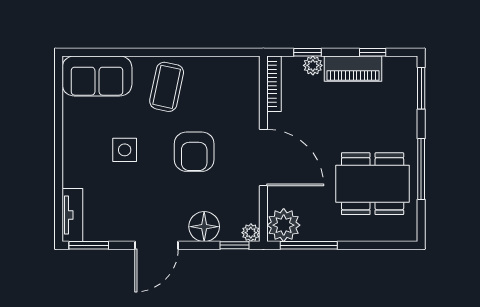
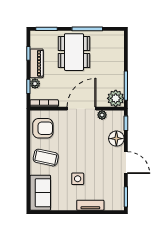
armchair: (194, 152) -> (43, 128), moved
dining table: (373, 184) -> (74, 52), moved
tv unit: (72, 215) -> (90, 205), moved
plant: (251, 233) -> (102, 115), moved

